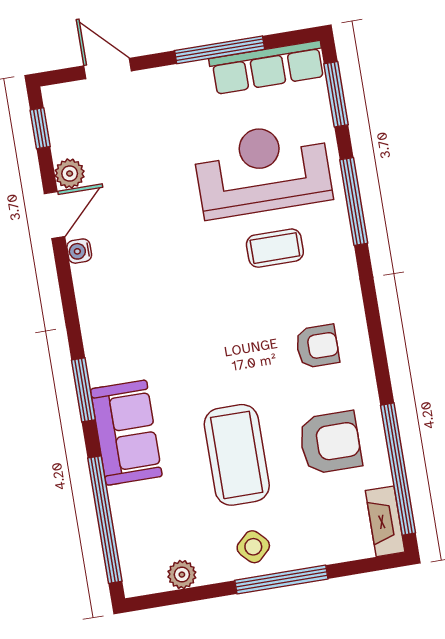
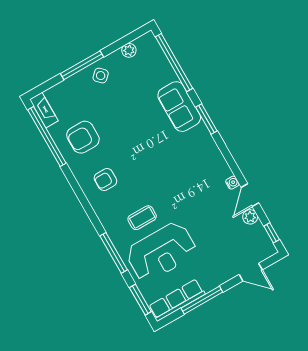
coffee table: (237, 455) -> (124, 115), removed

